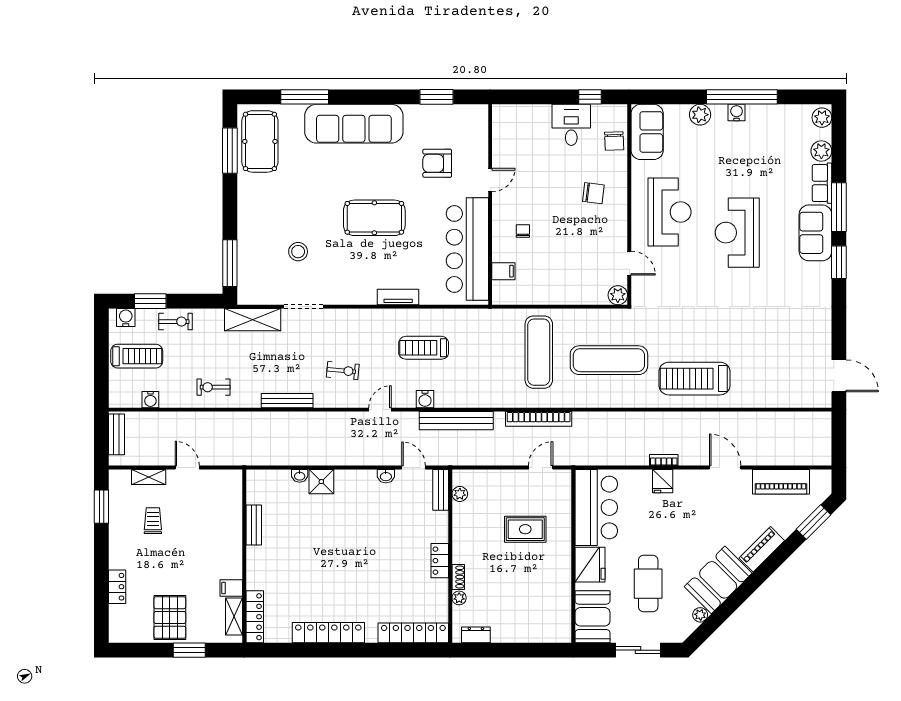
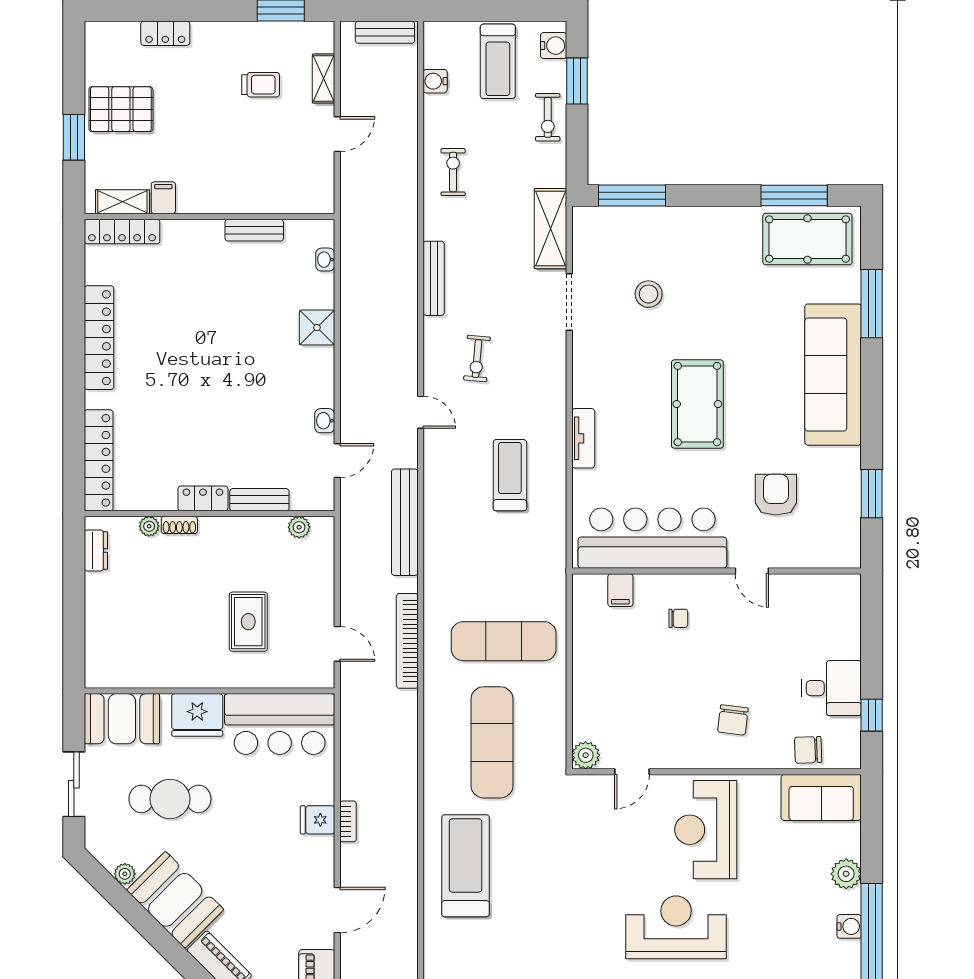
reception desk: (669, 212) -> (706, 830), turned 90
water cooler: (425, 399) -> (436, 477), removed
washbasin: (300, 476) -> (325, 260), moved
bench: (441, 490) -> (259, 500), moved

